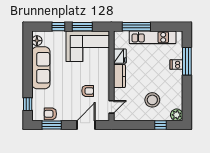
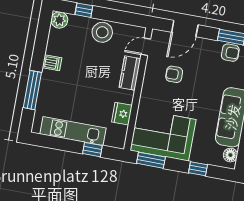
window: (82, 27) -> (151, 160), moved
window: (136, 27) -> (92, 150), width x0.46
dishwasher: (176, 65) -> (52, 63), moved
kitchen counter: (119, 76) -> (130, 73), moved
stool: (152, 100) -> (102, 32), moved

